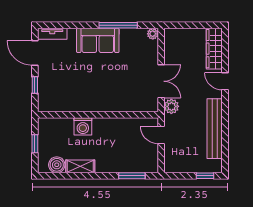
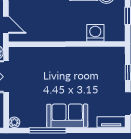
washing machine: (83, 126) -> (95, 33), moved

